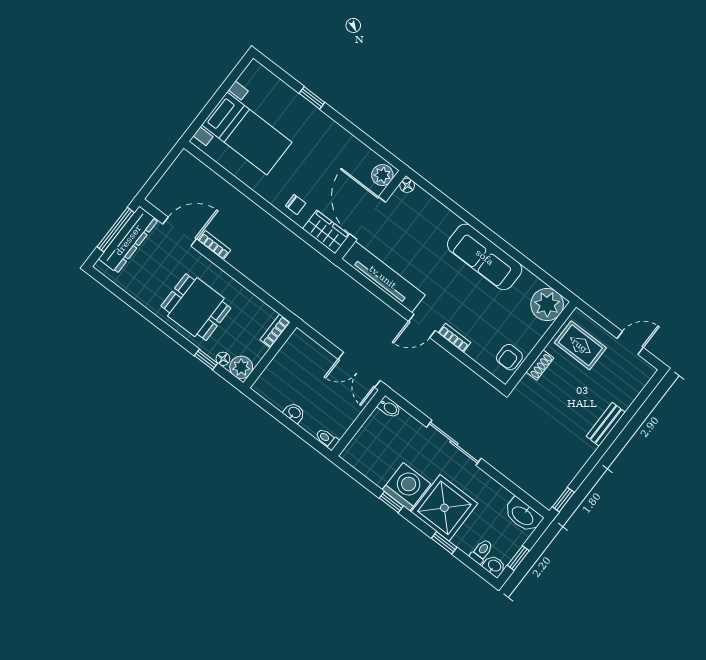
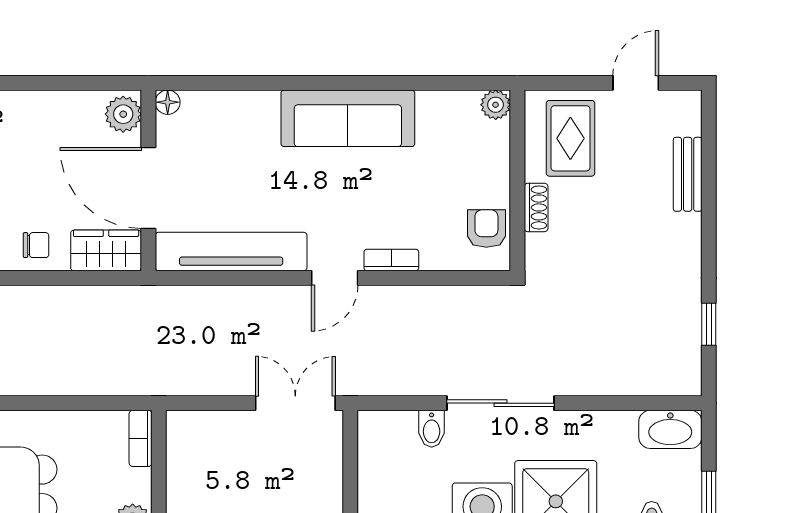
plant: (547, 305) -> (496, 105), width x0.53, depth x0.53
rug: (580, 345) -> (570, 138), turned 90
armchair: (509, 357) -> (486, 229), turned 180
double door: (359, 370) -> (295, 403), swing flipped
bidet: (389, 407) -> (432, 429), moved, turned 90
bench: (606, 424) -> (688, 174), moved
window: (563, 500) -> (709, 324), moved

